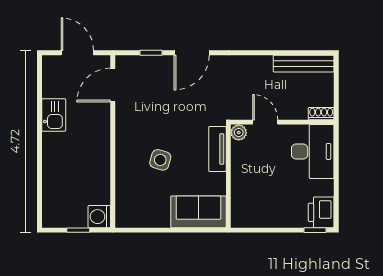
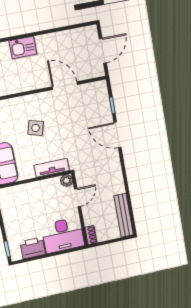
door: (113, 85) -> (65, 86), moved
kitchen sink: (54, 115) -> (23, 47), moved
printer: (321, 212) -> (33, 248), moved

